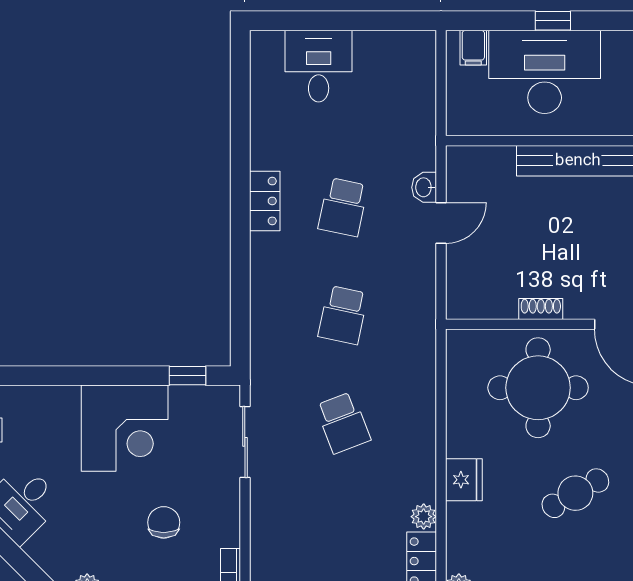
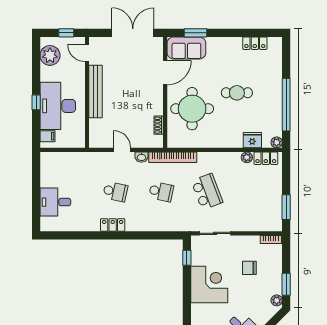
washbasin: (424, 187) -> (141, 157), moved
shoe rack: (541, 309) -> (159, 125), moved
bookcase: (424, 342) -> (173, 157), added
school desk: (343, 423) -> (207, 192), width x1.85
fridge: (464, 480) -> (252, 140), moved
cafe table: (575, 493) -> (237, 93), turned -60

